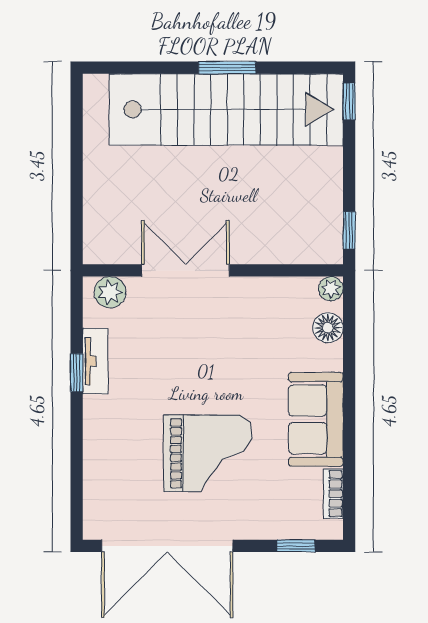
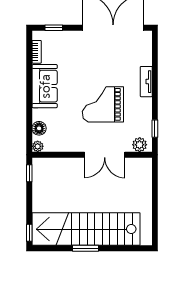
tv unit: (95, 361) -> (146, 82), moved
window: (77, 373) -> (155, 129), moved
grand piano: (208, 453) -> (103, 104), moved

